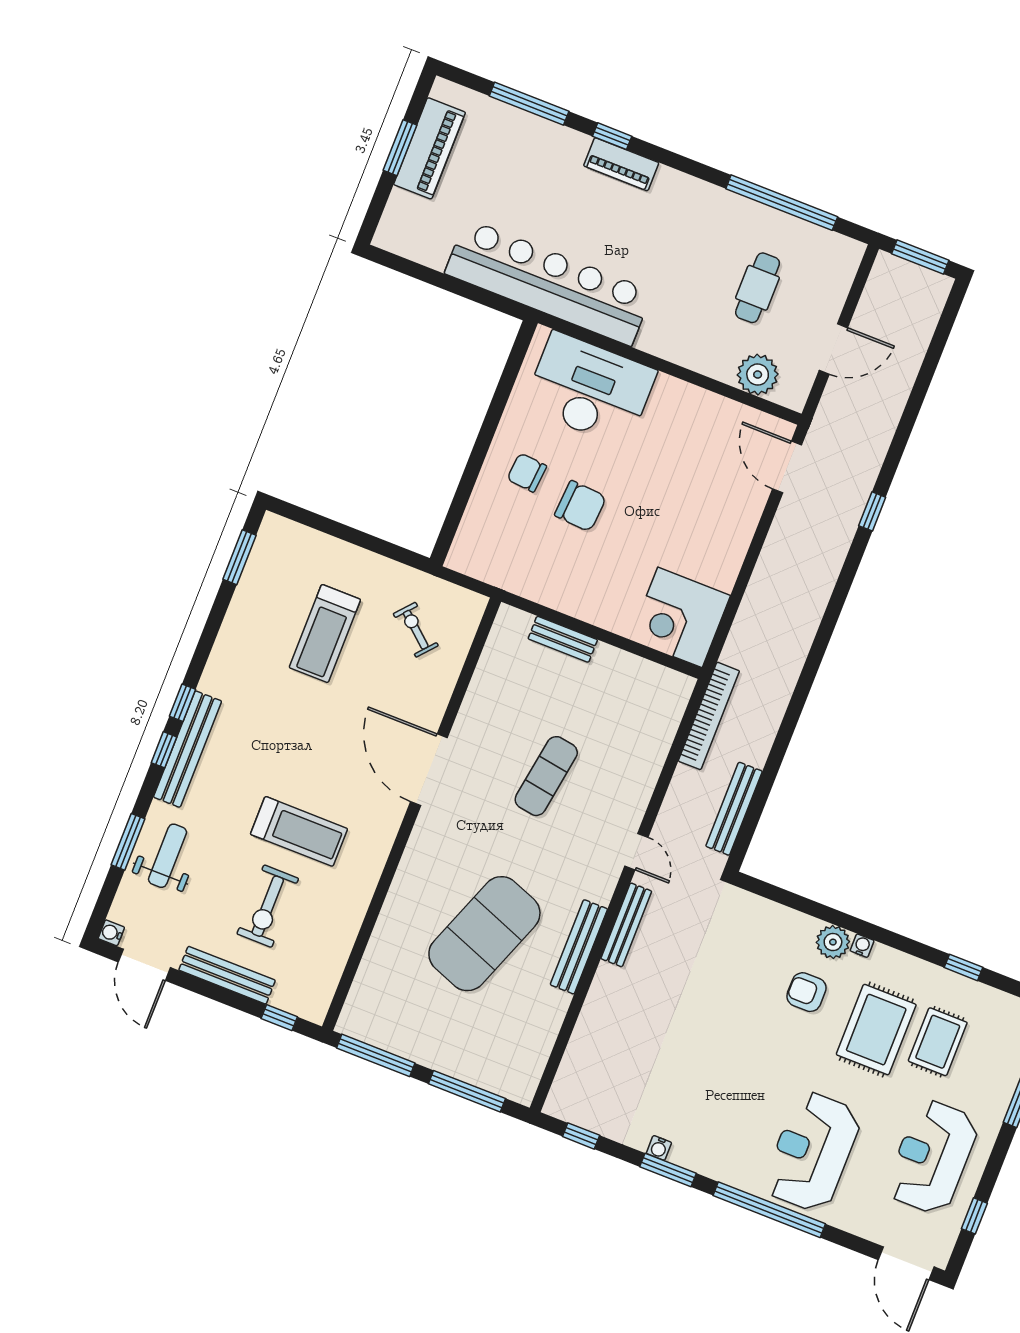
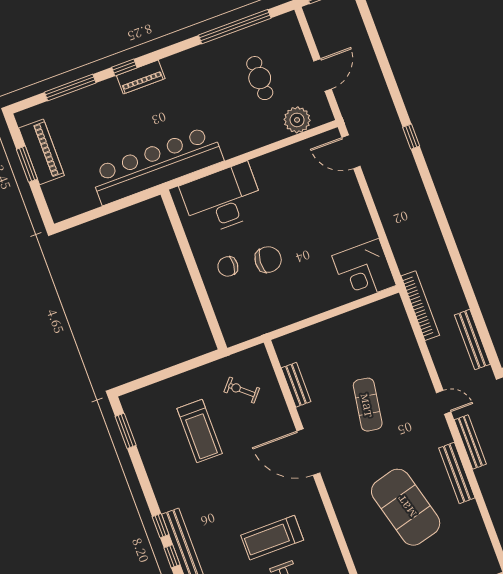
bench: (563, 639) -> (296, 385), moved, turned 90
treadmill: (299, 831) -> (272, 538), turned 180
exercise mat: (484, 934) -> (406, 507), turned -36

